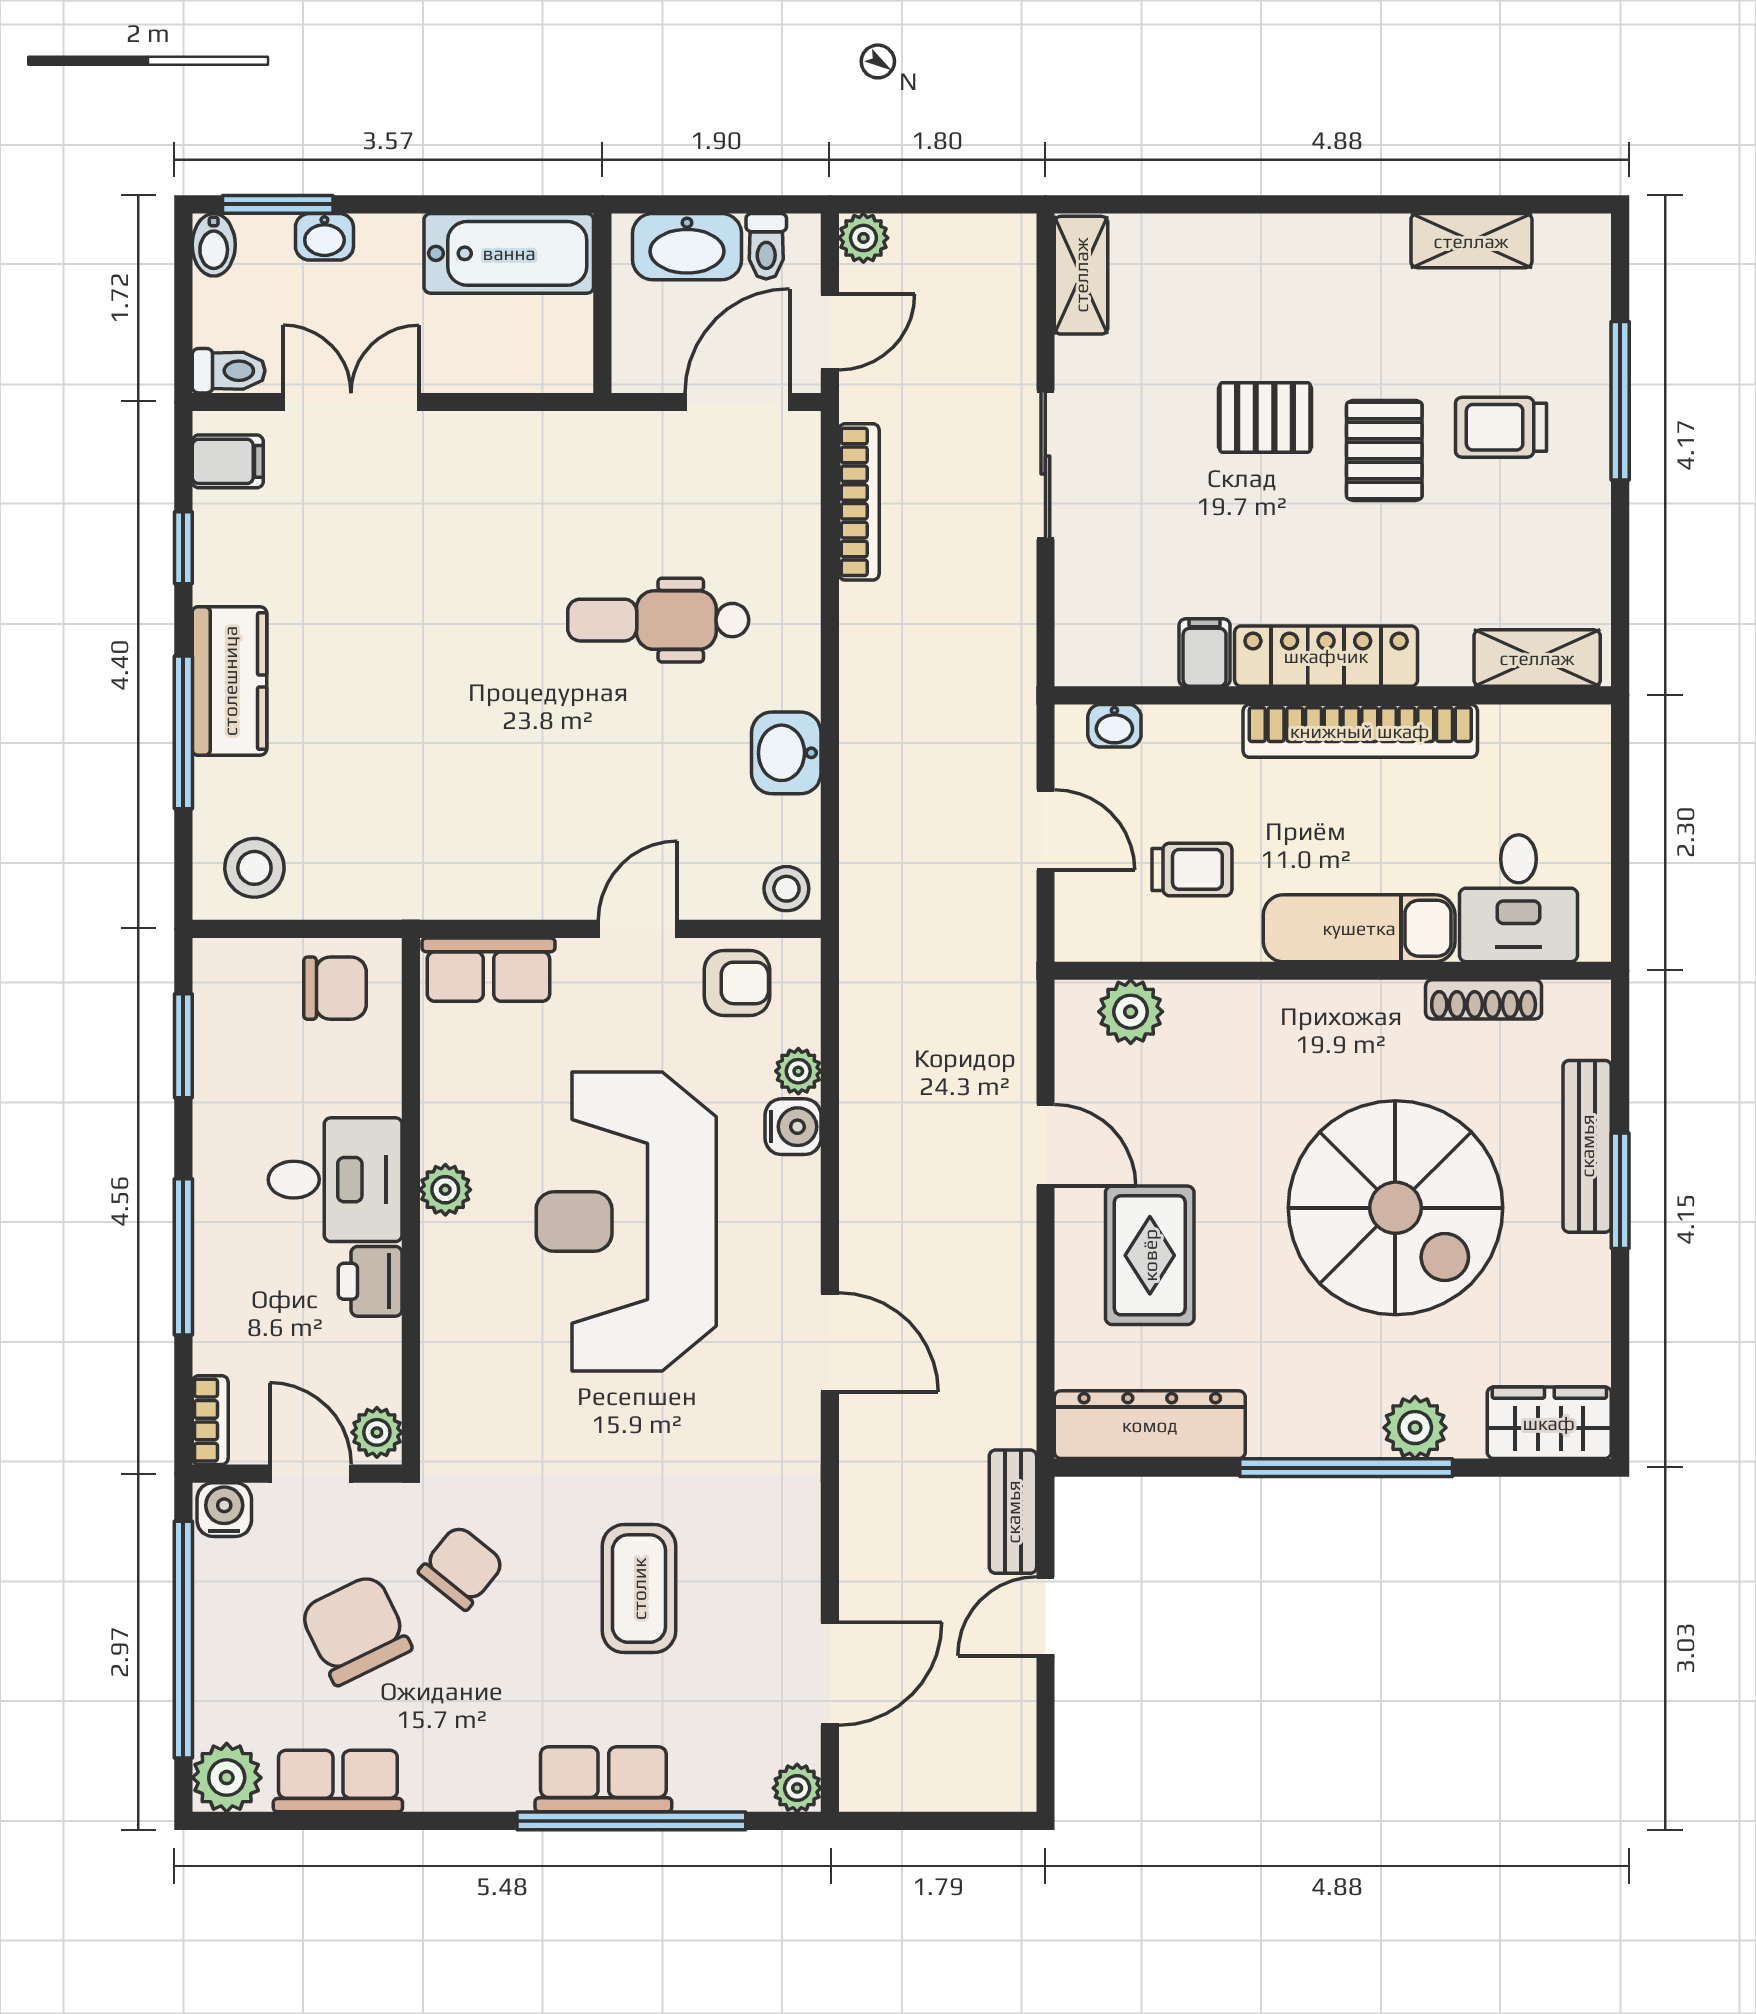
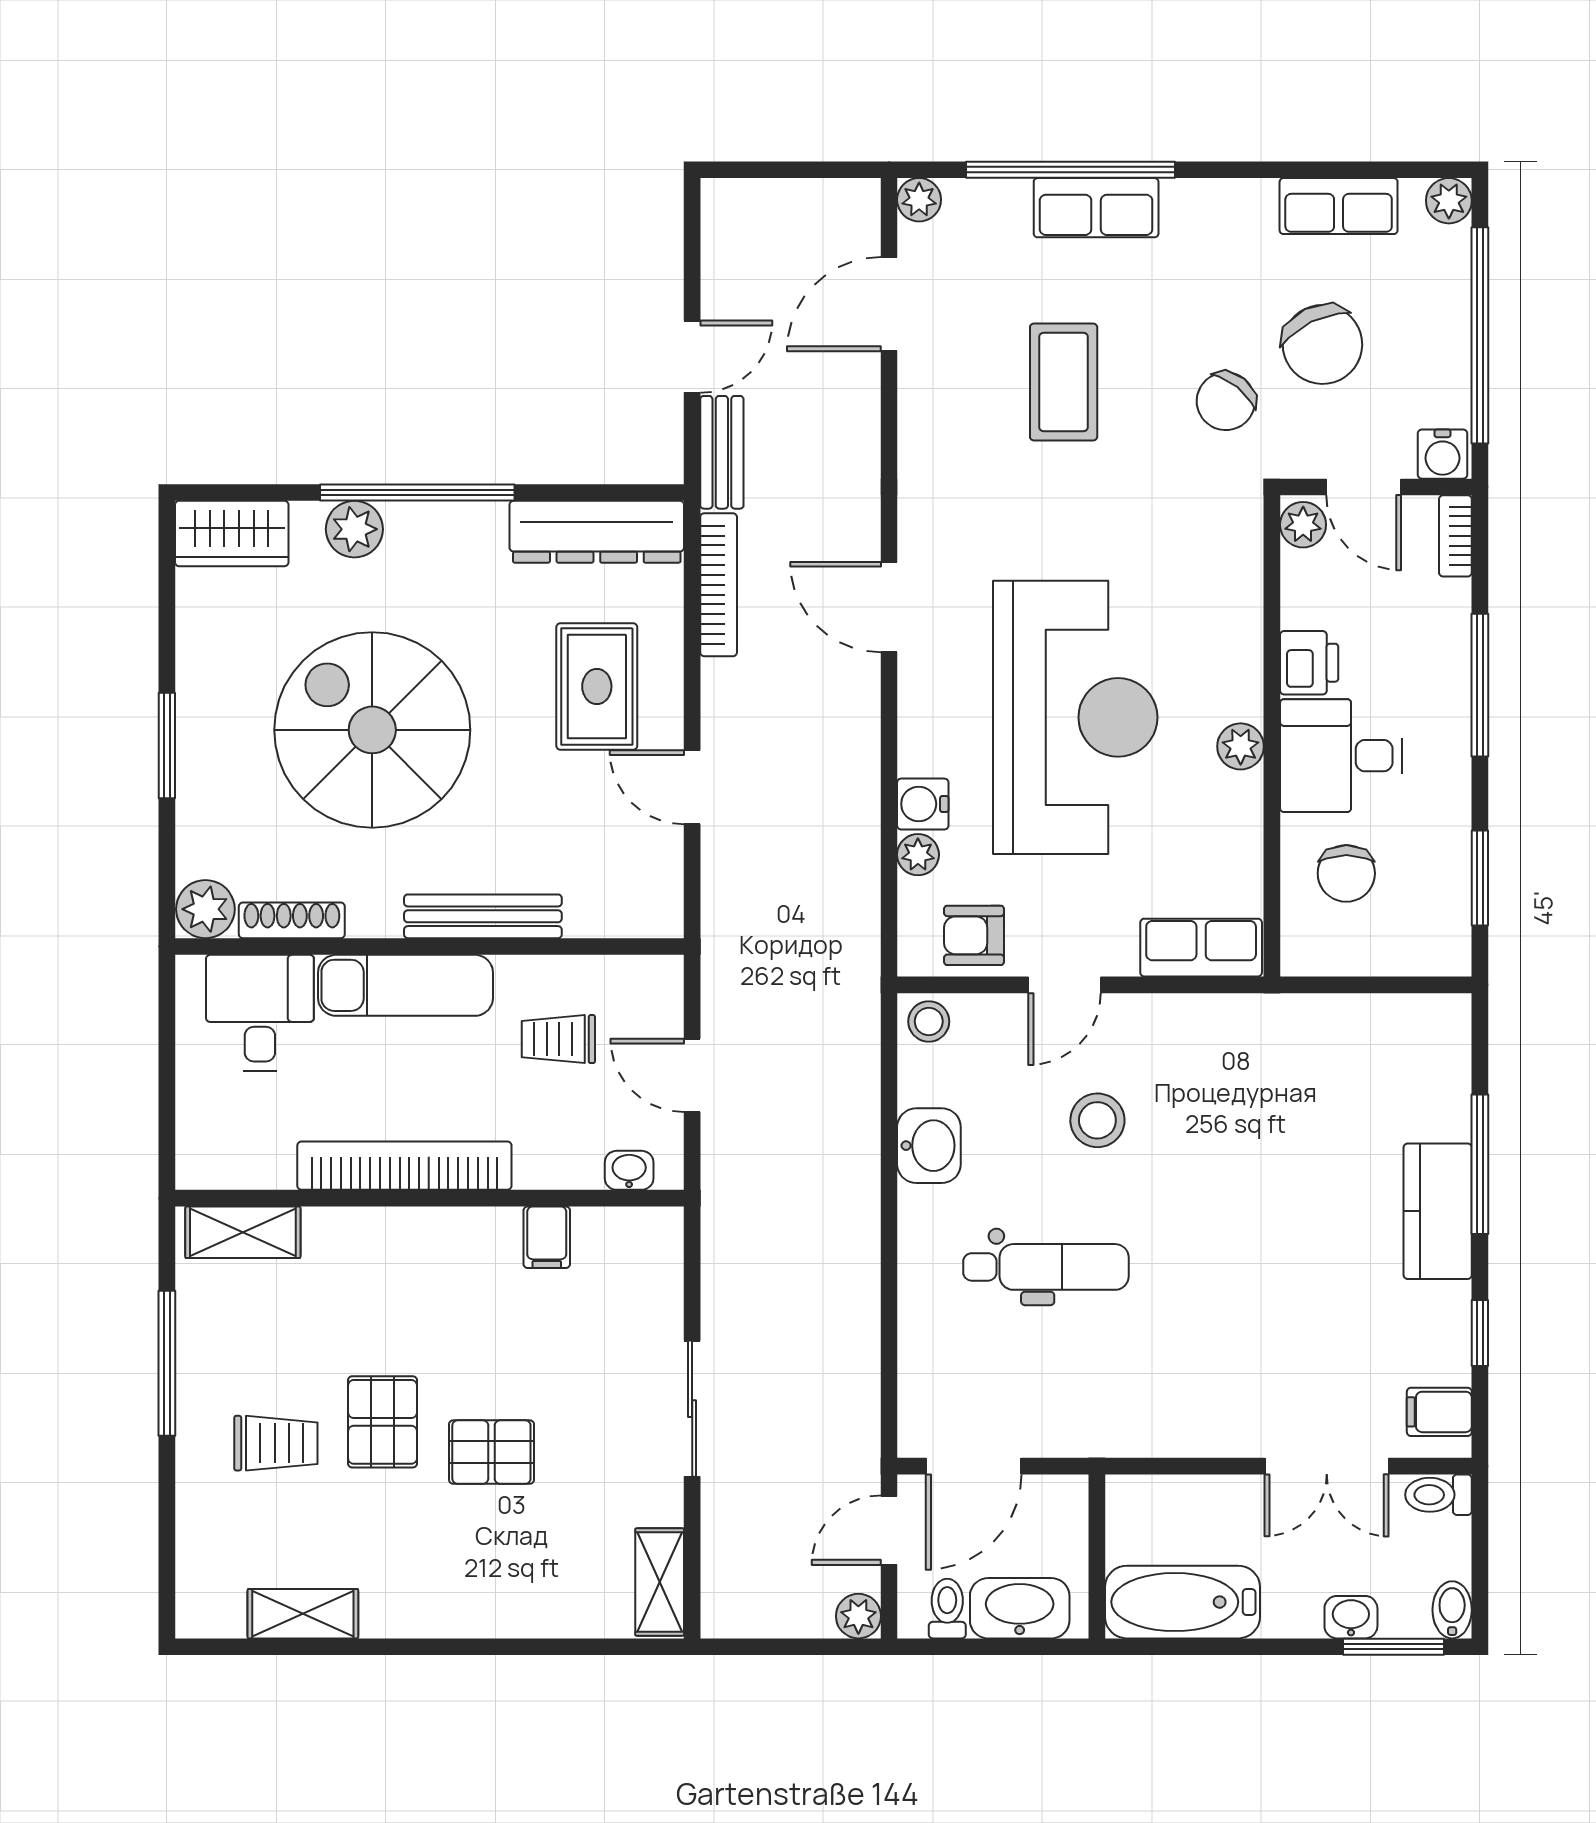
window: (1620, 401) -> (167, 1363), moved
bookcase: (859, 502) -> (719, 585), moved, turned 180
locker: (1326, 656) -> (436, 1234), removed
stool: (254, 868) -> (1097, 1120), moved
chair: (335, 988) -> (1346, 873), moved, turned -90
plant: (1131, 1012) -> (205, 909), moved
bench: (1587, 1146) -> (483, 916), moved, turned 90
plant: (227, 1778) -> (1449, 201), width x0.73, depth x0.73

